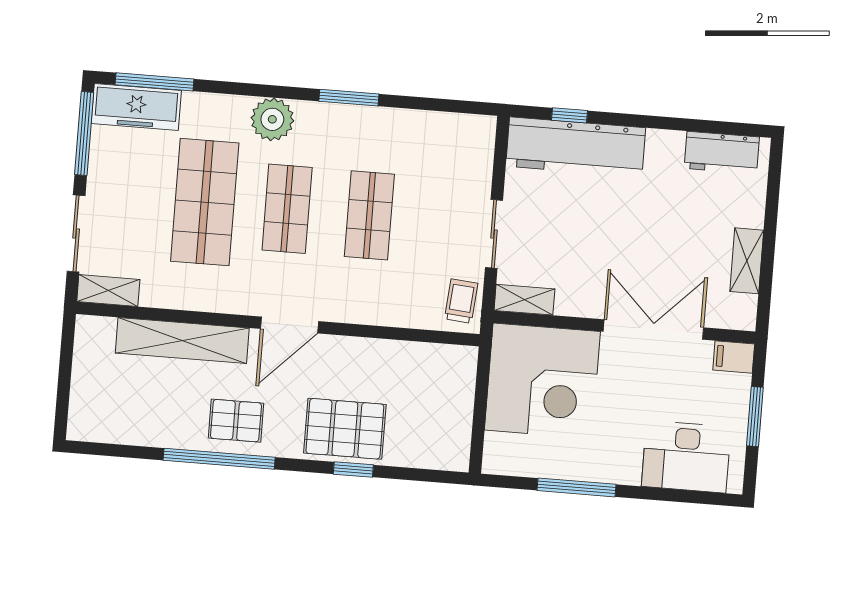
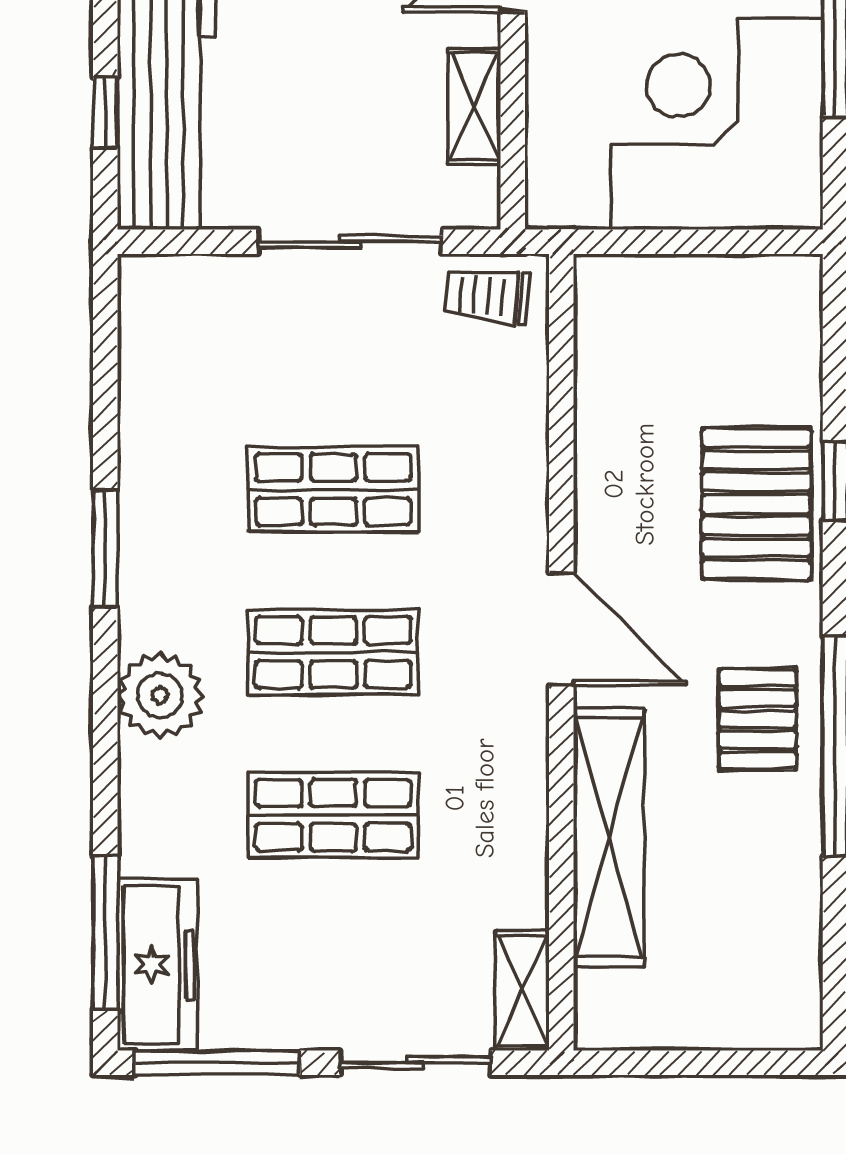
shop shelf: (205, 202) -> (333, 815), width x0.70, depth x0.74
sliding door: (494, 234) -> (350, 242), width x1.37
shelving: (524, 300) -> (474, 106), moved
corner desk: (542, 381) -> (717, 124), moved, turned -90

